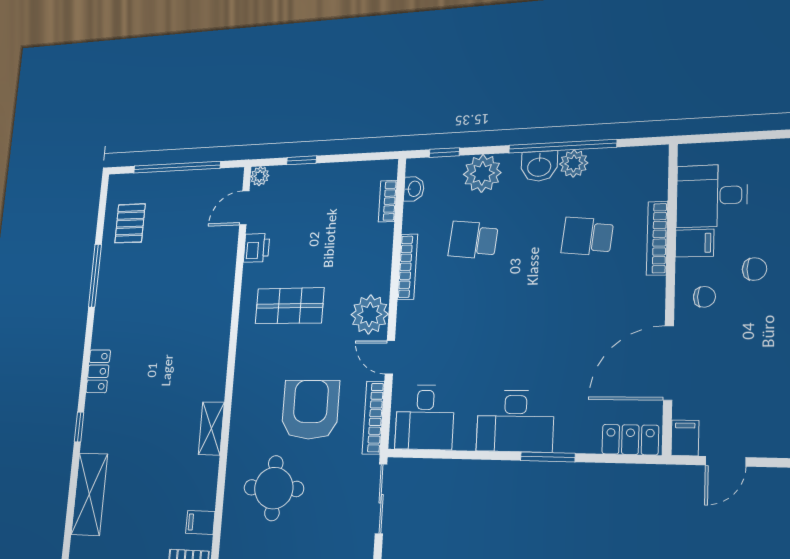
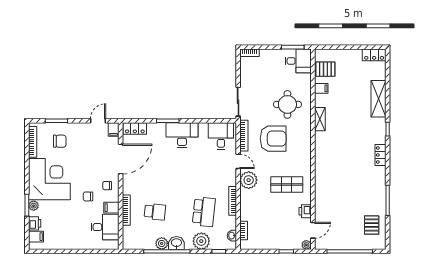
school desk: (473, 240) -> (204, 212), width x1.85
armchair: (310, 410) -> (273, 139), turned -90
shelving: (211, 428) -> (320, 119), moved

